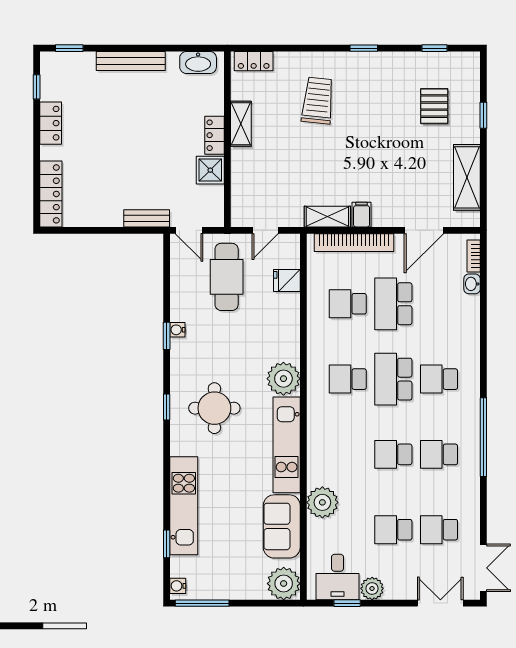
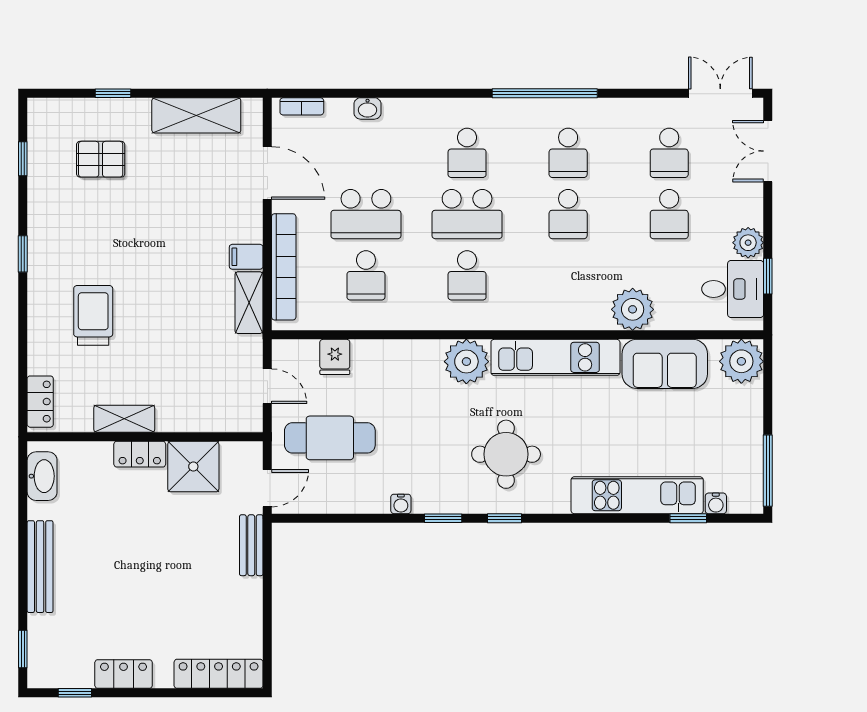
trolley: (318, 101) -> (93, 315), turned 84
shower: (210, 170) -> (193, 467), width x1.36, depth x1.36
washbasin: (472, 284) -> (368, 108), moved
window: (167, 336) -> (443, 518), moved
water cooler: (178, 586) -> (716, 503), moved

